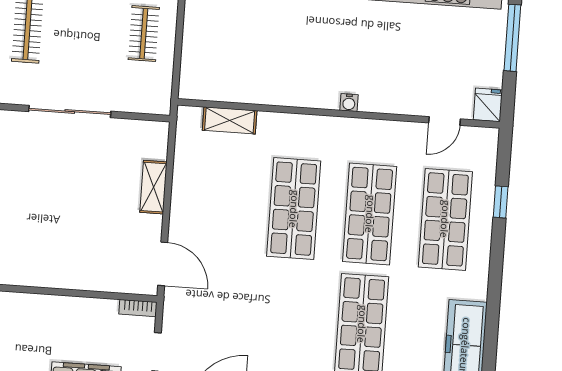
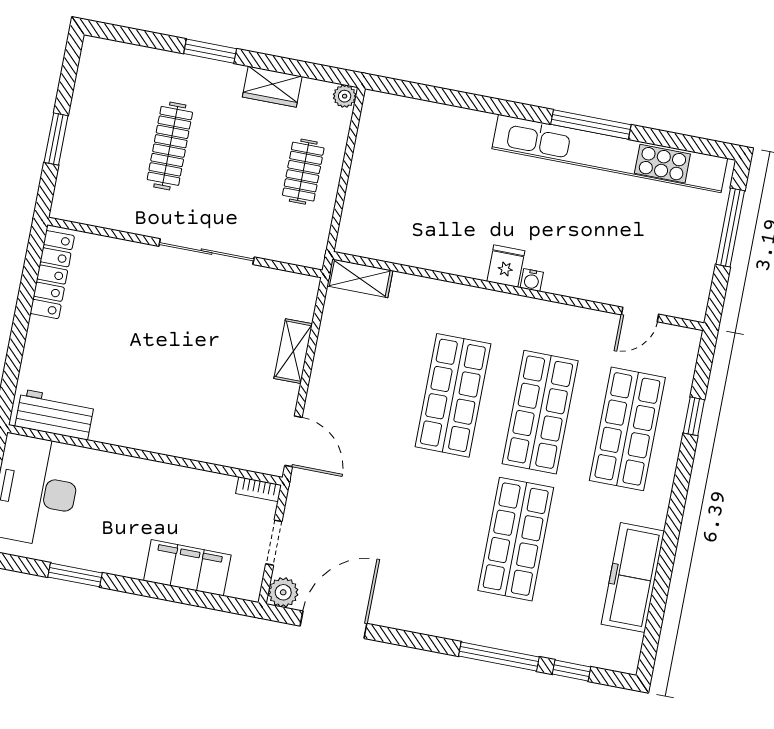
fridge: (488, 105) -> (506, 266), moved
shelving: (230, 120) -> (360, 278), moved

